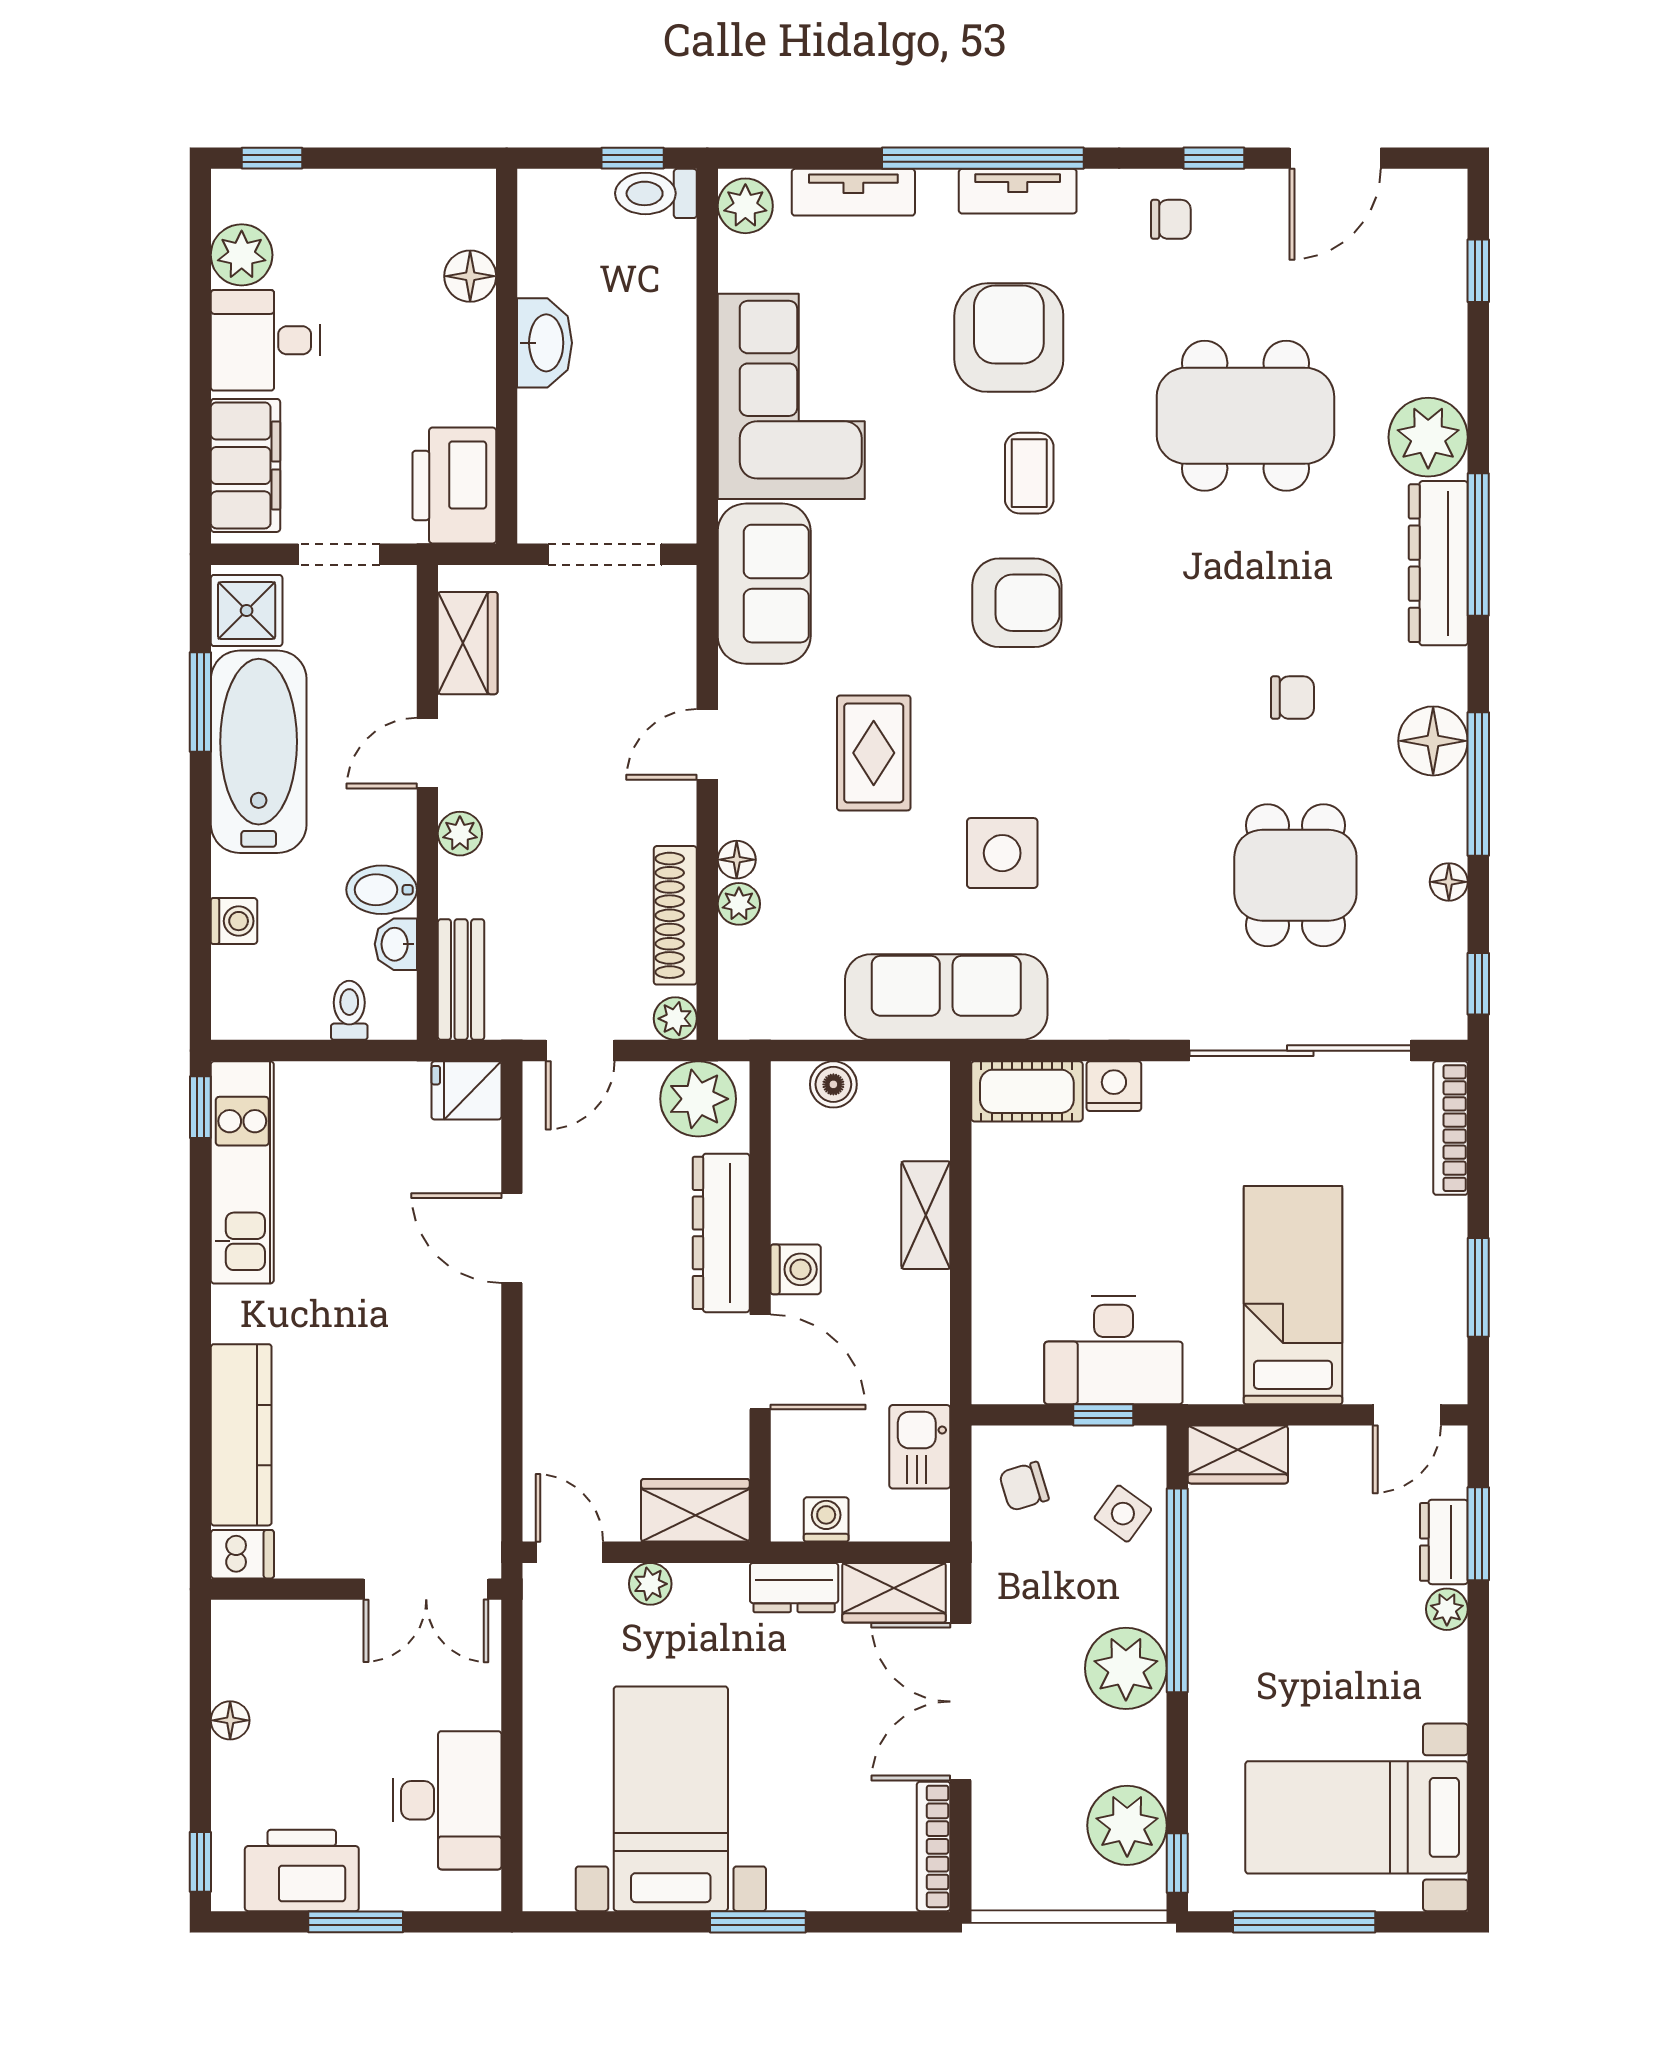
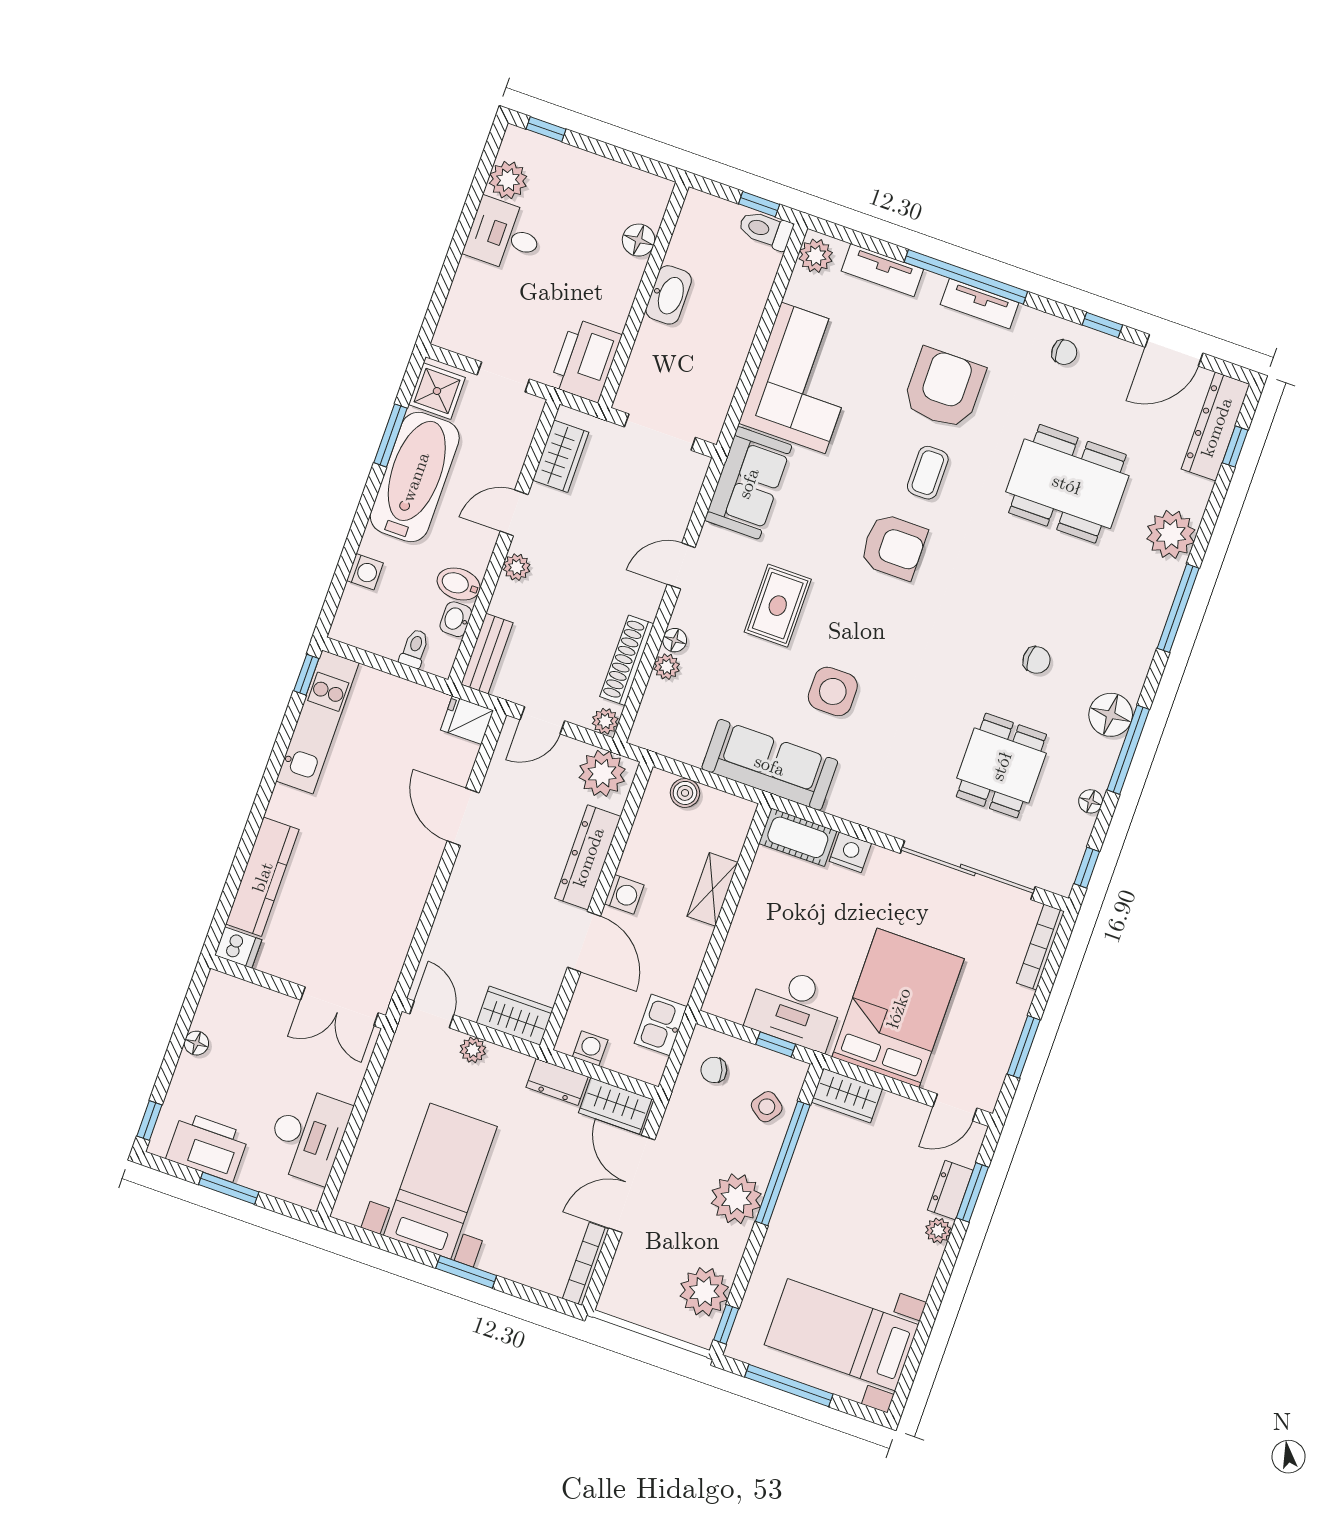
filing cabinet: (245, 465) -> (466, 305), removed
dresser: (1438, 563) -> (1216, 427), moved
bed: (1293, 1295) -> (898, 1008), width x1.50

